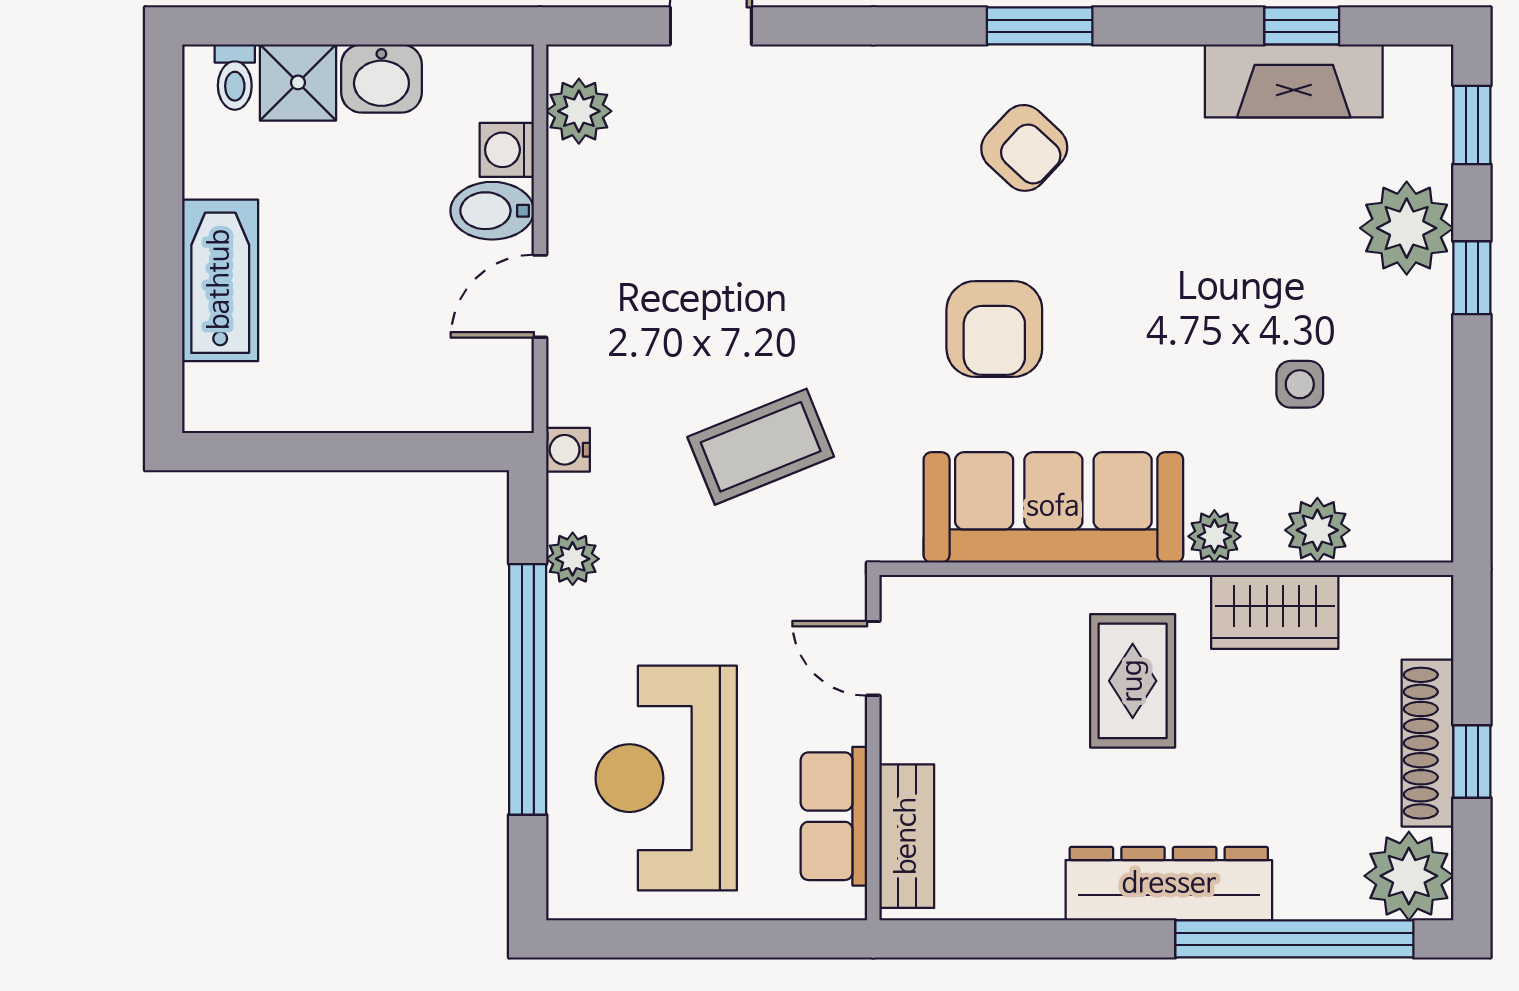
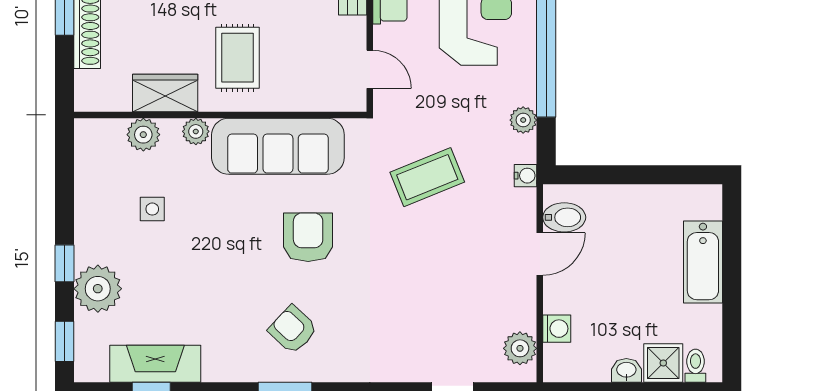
washbasin: (381, 78) -> (626, 370), width x0.72, depth x0.69
bidet: (492, 211) -> (564, 217), moved

